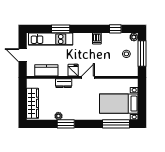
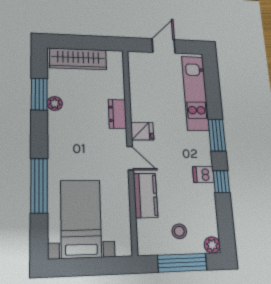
window: (61, 29) -> (217, 135), moved
window: (115, 29) -> (221, 182), moved
kitchen counter: (46, 70) -> (145, 195), moved
window: (66, 124) -> (39, 94), moved
window: (116, 124) -> (39, 186), moved

